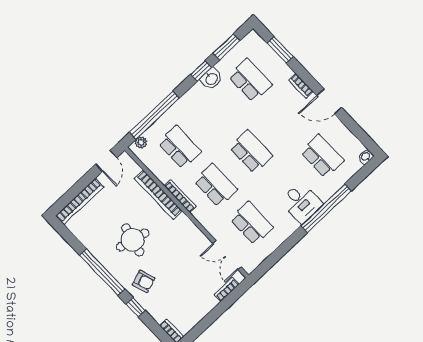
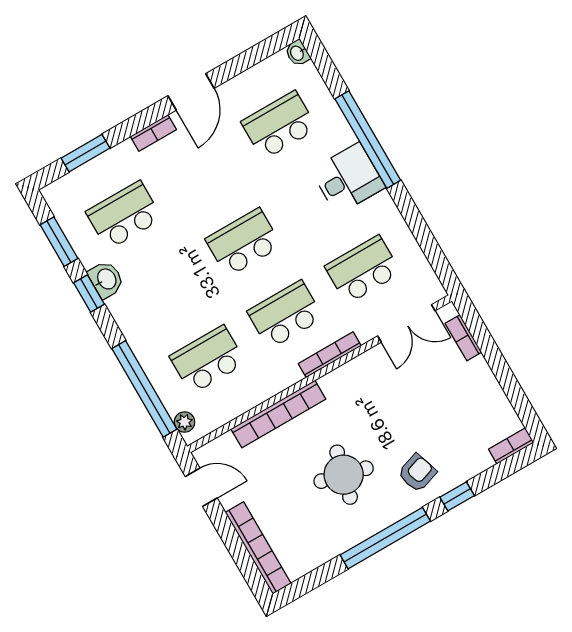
bookcase: (180, 196) -> (330, 355), moved

